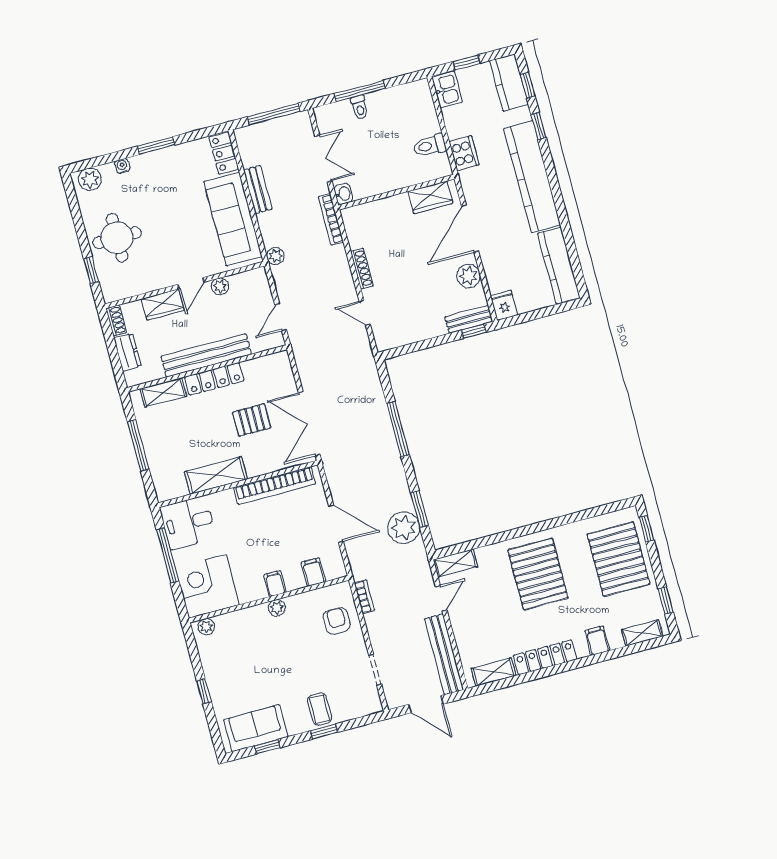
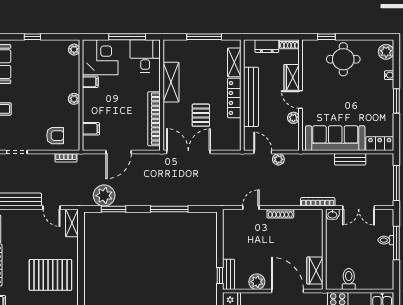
plant: (275, 256) -> (278, 159), moved
filing cabinet: (275, 583) -> (90, 82), moved

